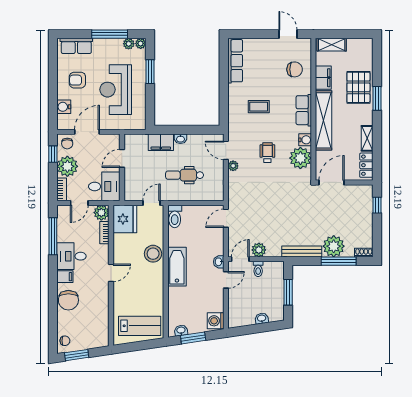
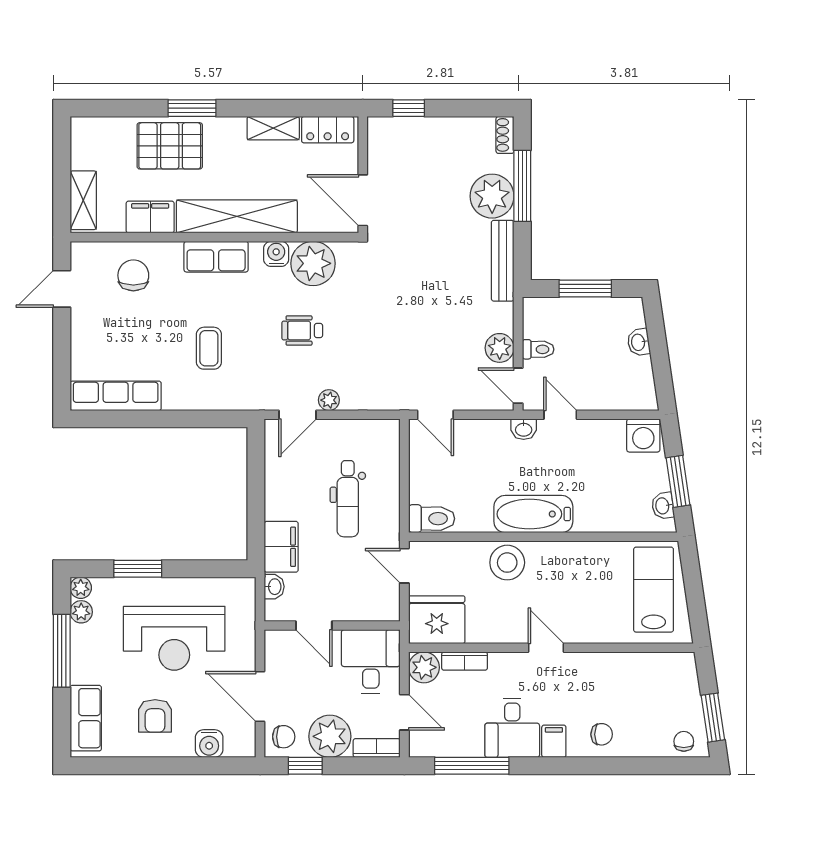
washbasin: (180, 139) -> (274, 587), moved
chair: (68, 300) -> (602, 734), width x0.54, depth x0.54

